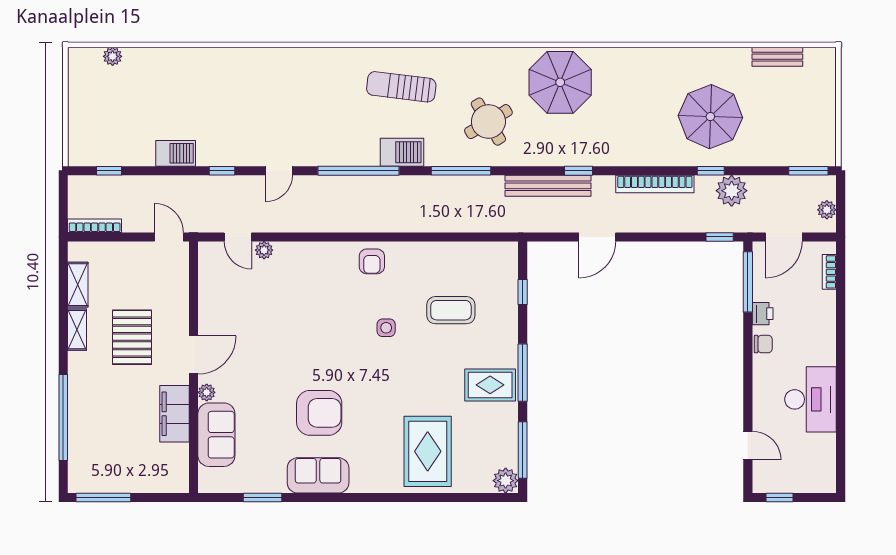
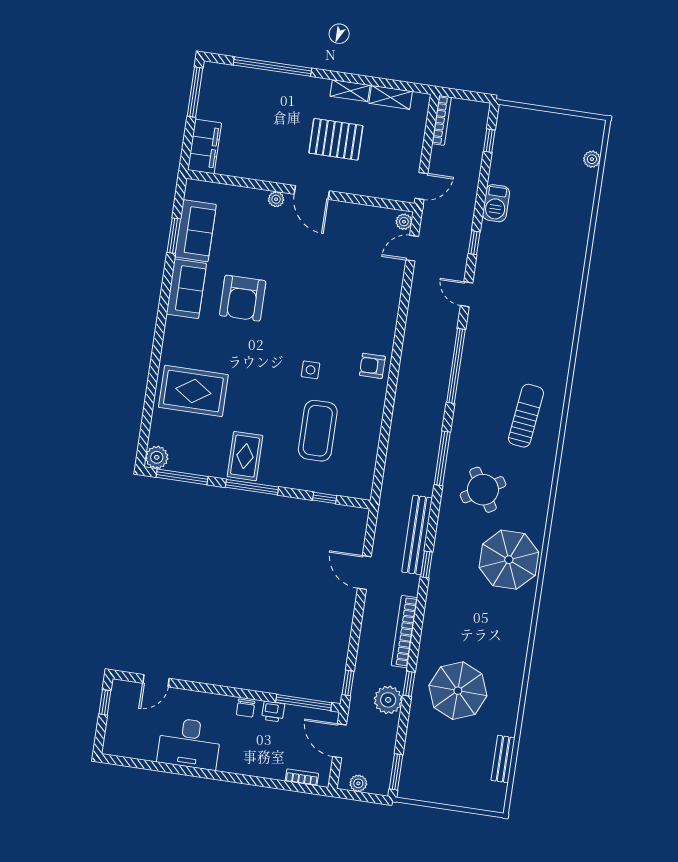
barbecue: (402, 152) -> (467, 408), removed
plant: (264, 250) -> (404, 222), moved
coffee table: (451, 310) -> (318, 431), width x1.36, depth x1.32
filing cabinet: (174, 414) -> (205, 146), moved, turned 90
sofa: (216, 435) -> (196, 231), moved, turned -90

